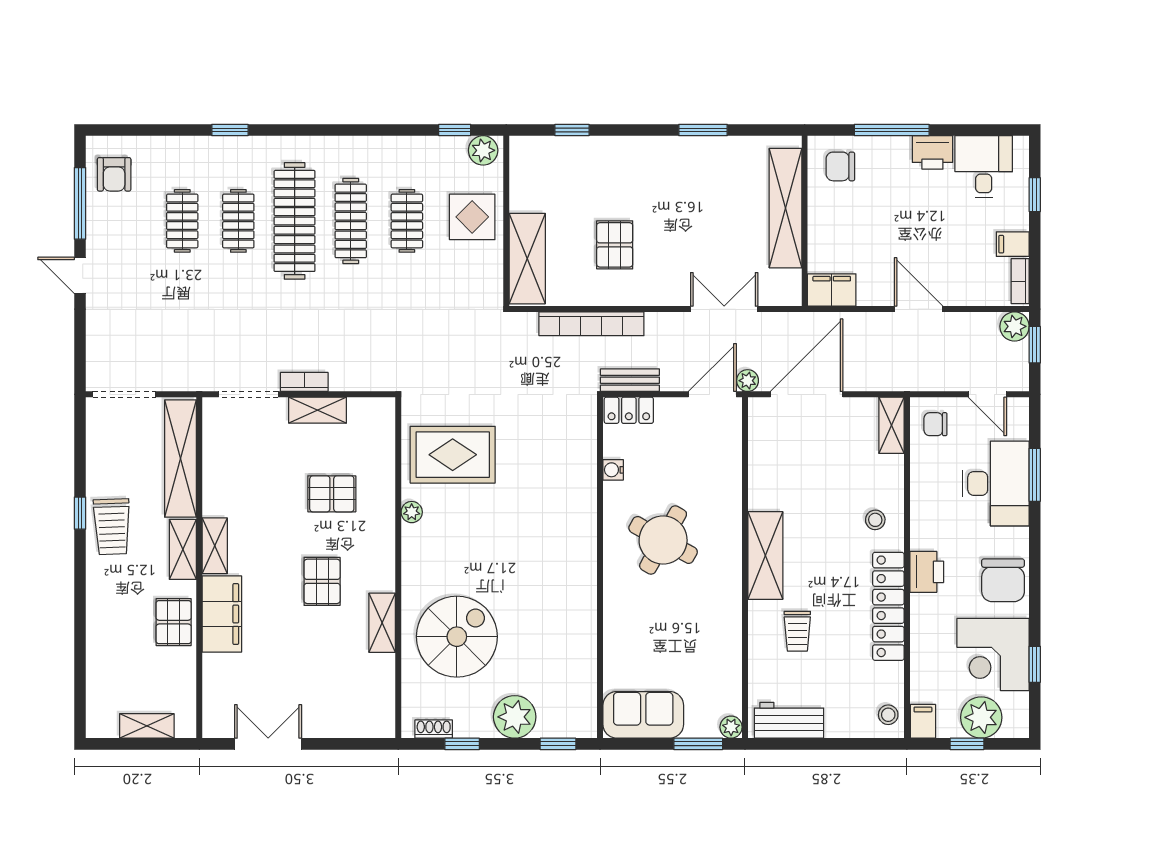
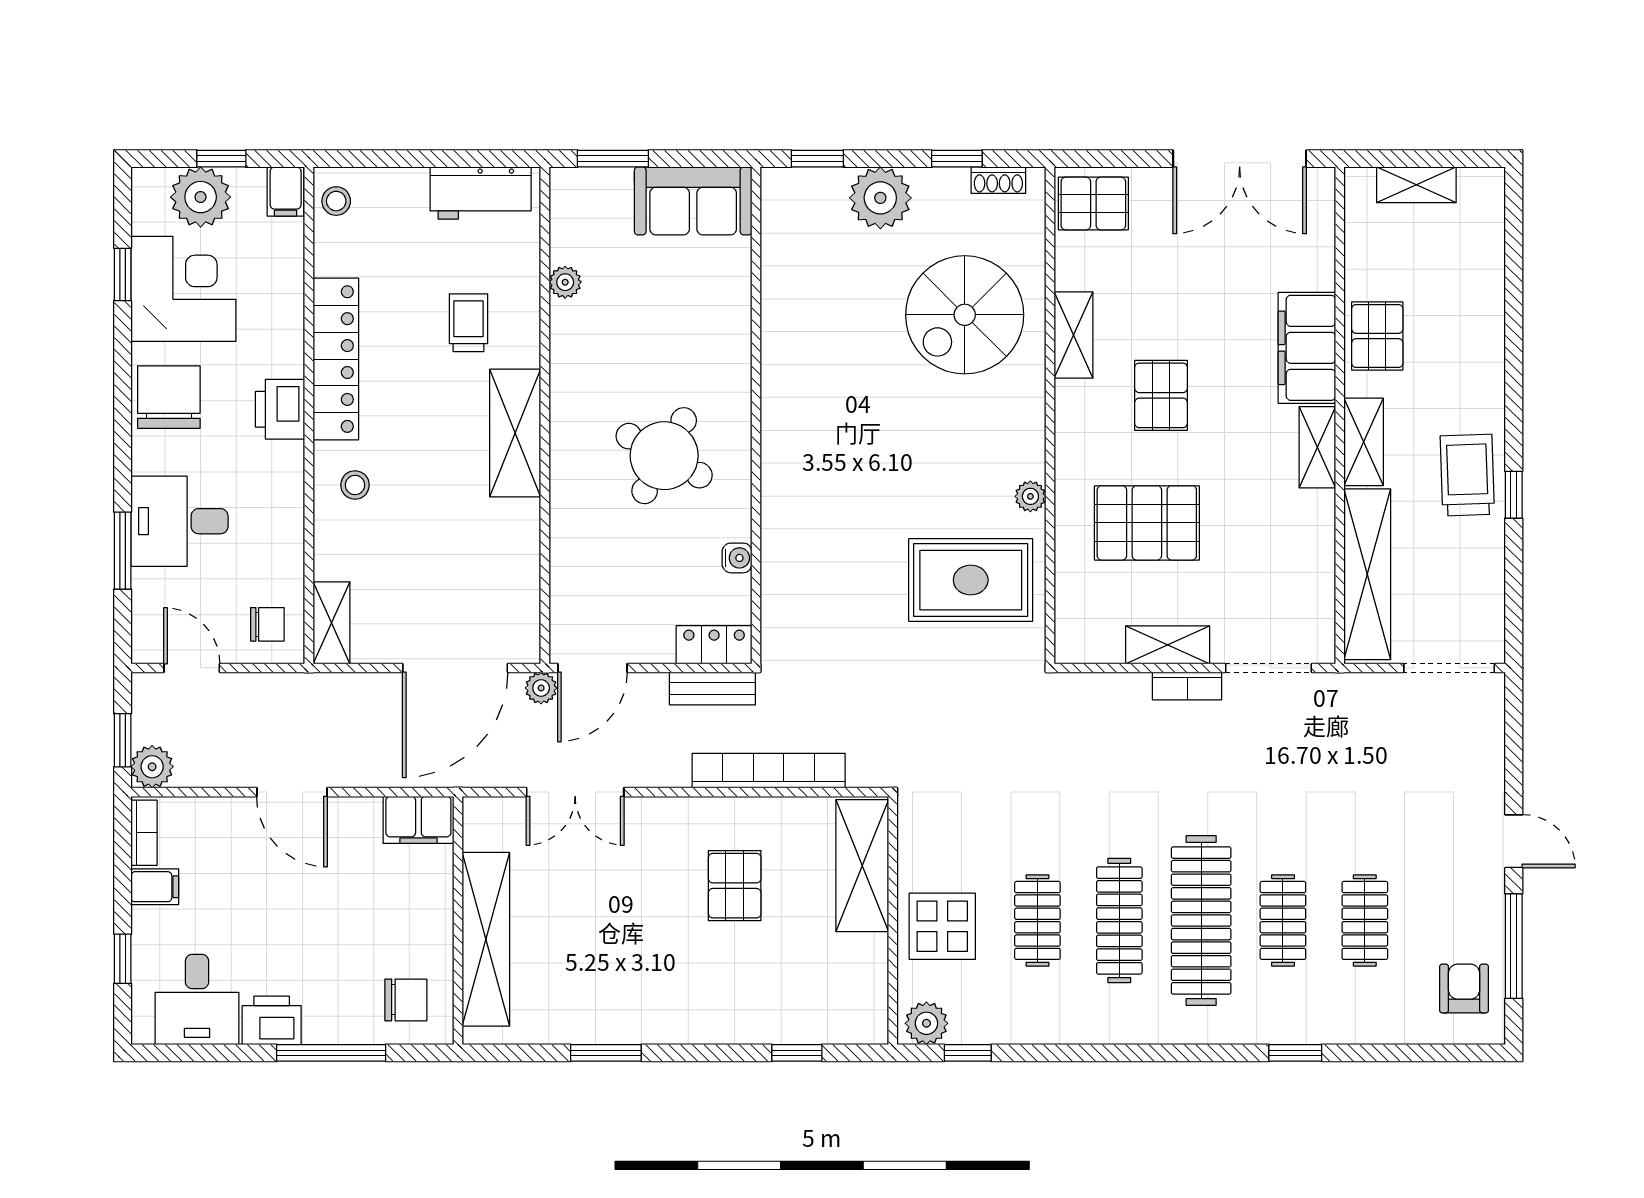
desk: (996, 483) -> (179, 521), width x0.73
pallet: (332, 494) -> (1147, 523), width x1.50, depth x1.42
pallet: (369, 713) -> (1093, 203), added
plant: (731, 727) -> (565, 282), moved
double door: (268, 744) -> (1240, 159), width x1.37

